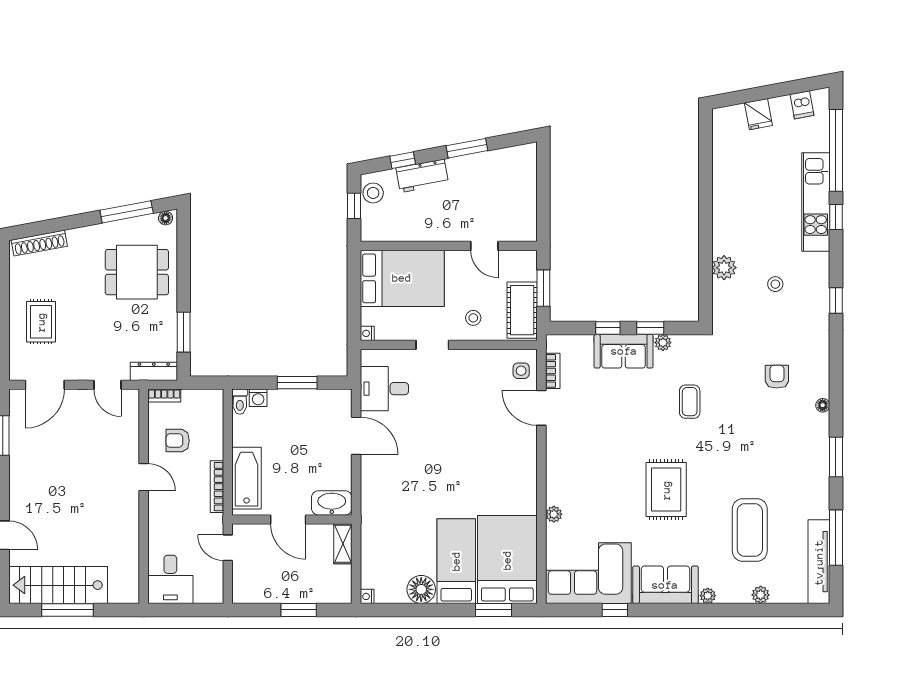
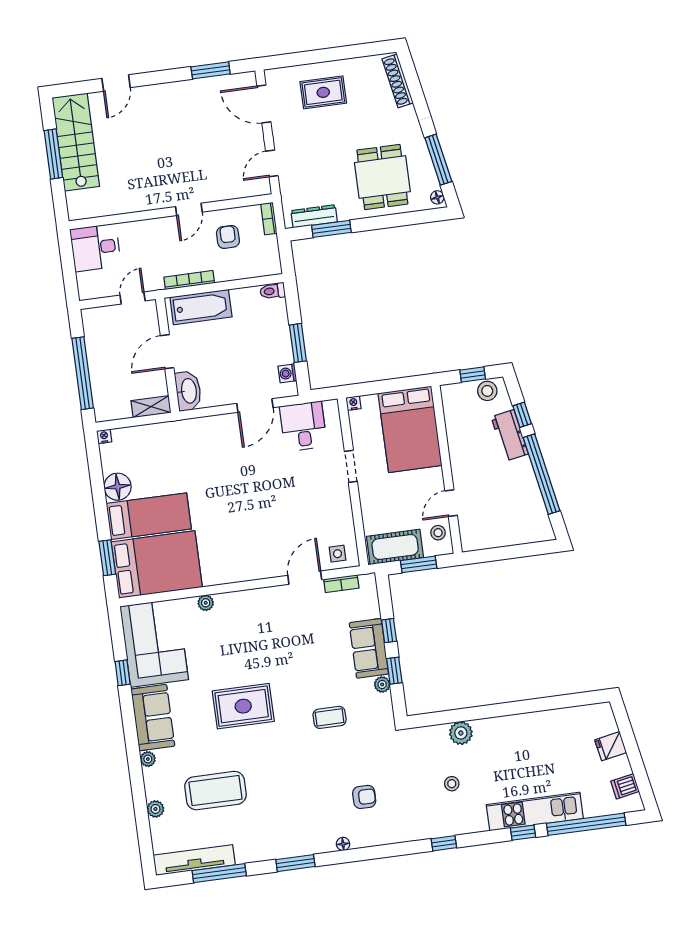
window: (467, 148) -> (542, 474), width x2.11
stool: (473, 318) -> (438, 533), moved
dresser: (154, 371) -> (314, 216), moved, turned -90
washing machine: (258, 398) -> (287, 373), moved
window: (299, 610) -> (83, 373), width x2.11

